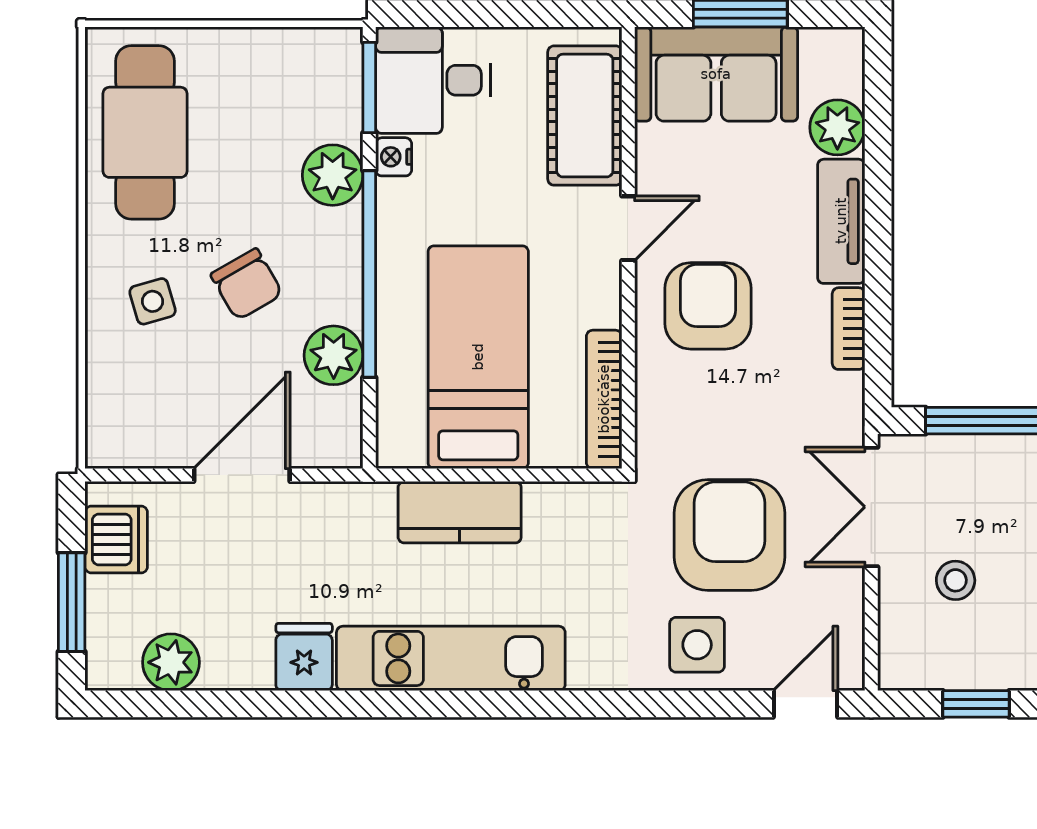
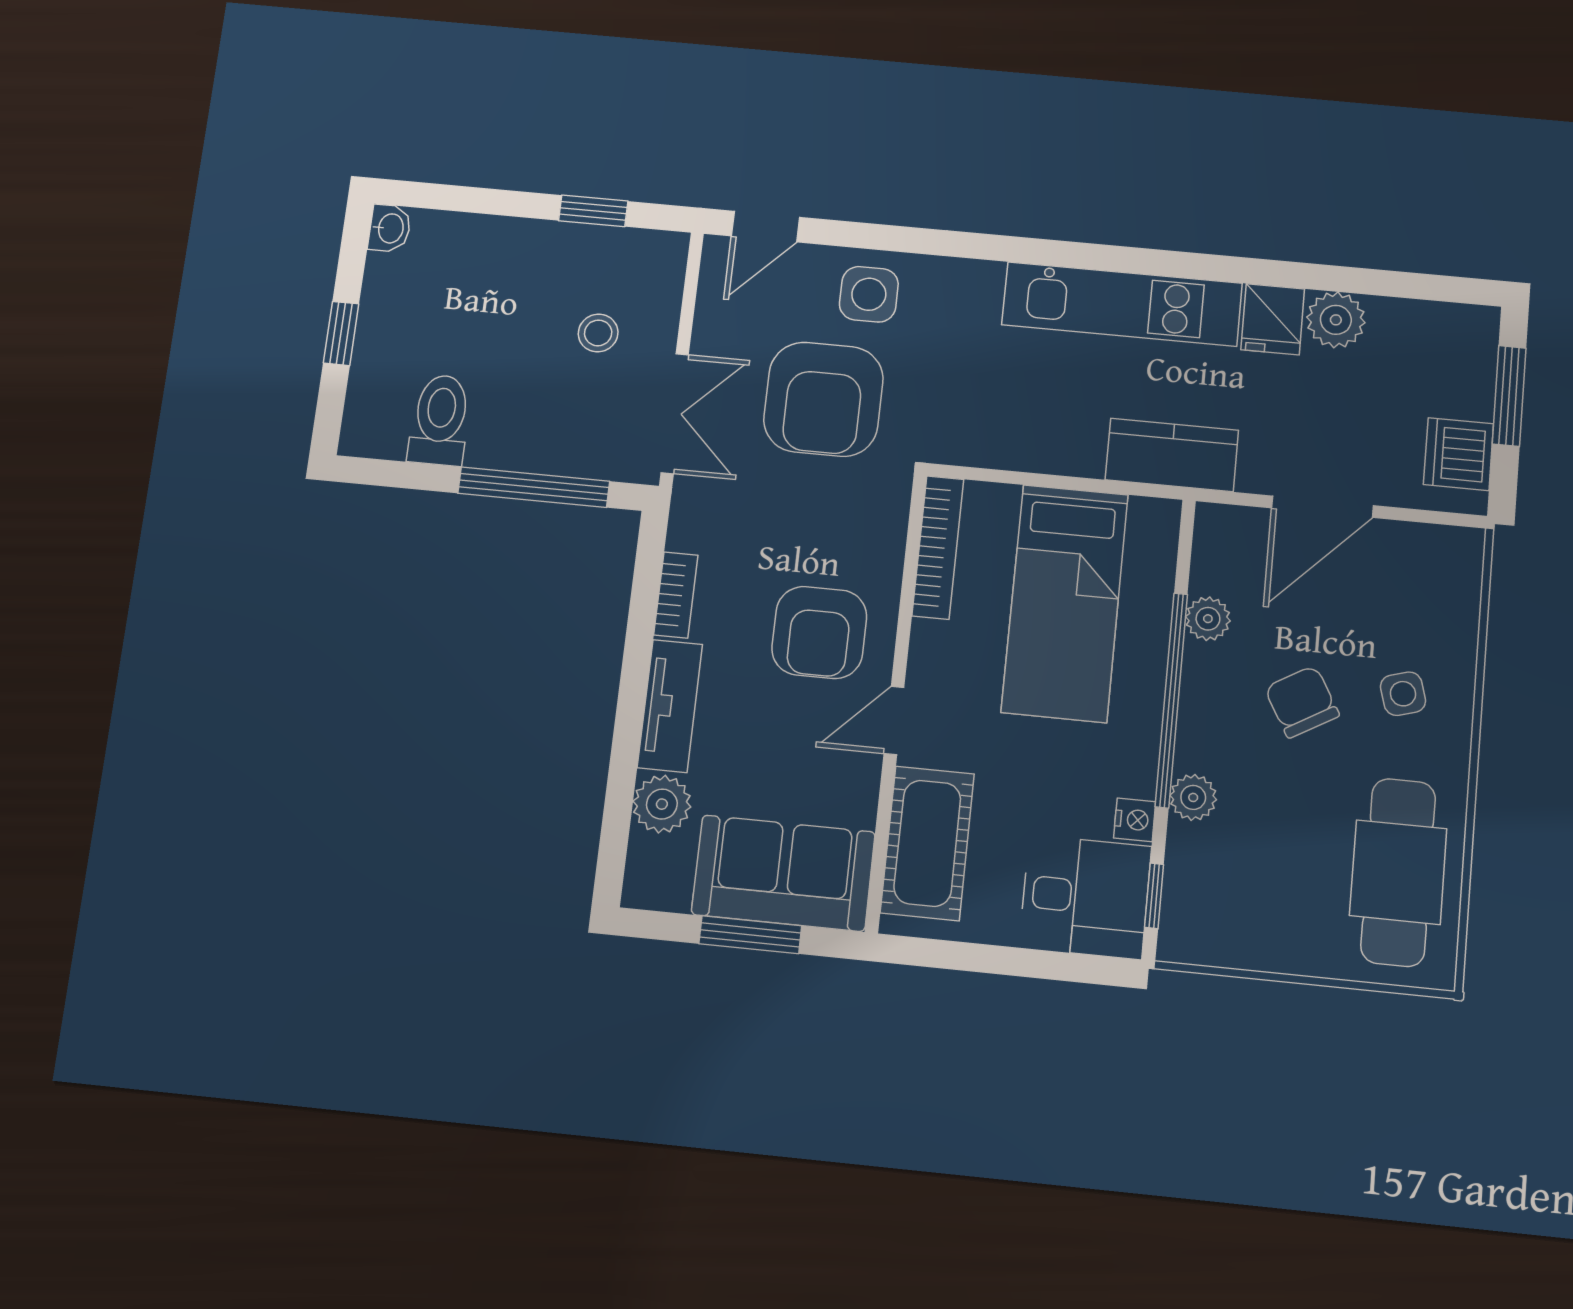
window: (369, 88) -> (1154, 896), width x0.67
plant: (333, 175) -> (1193, 797), width x0.73, depth x0.73
plant: (334, 355) -> (1208, 619), width x0.73, depth x0.73
kitchen counter: (460, 512) -> (1172, 455), moved
plant: (171, 662) -> (1336, 320), moved

